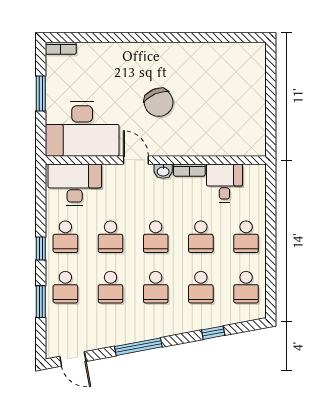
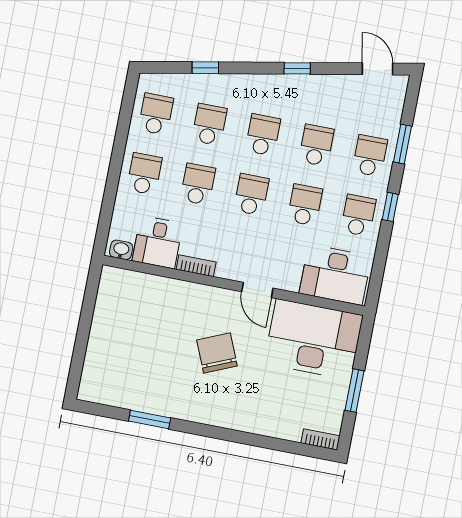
window: (203, 38) -> (150, 419), added
washbasin: (163, 171) -> (121, 250), moved
window: (138, 347) -> (297, 68), width x0.46

